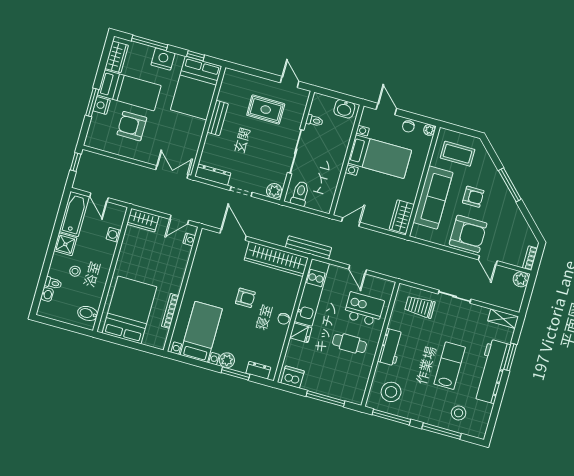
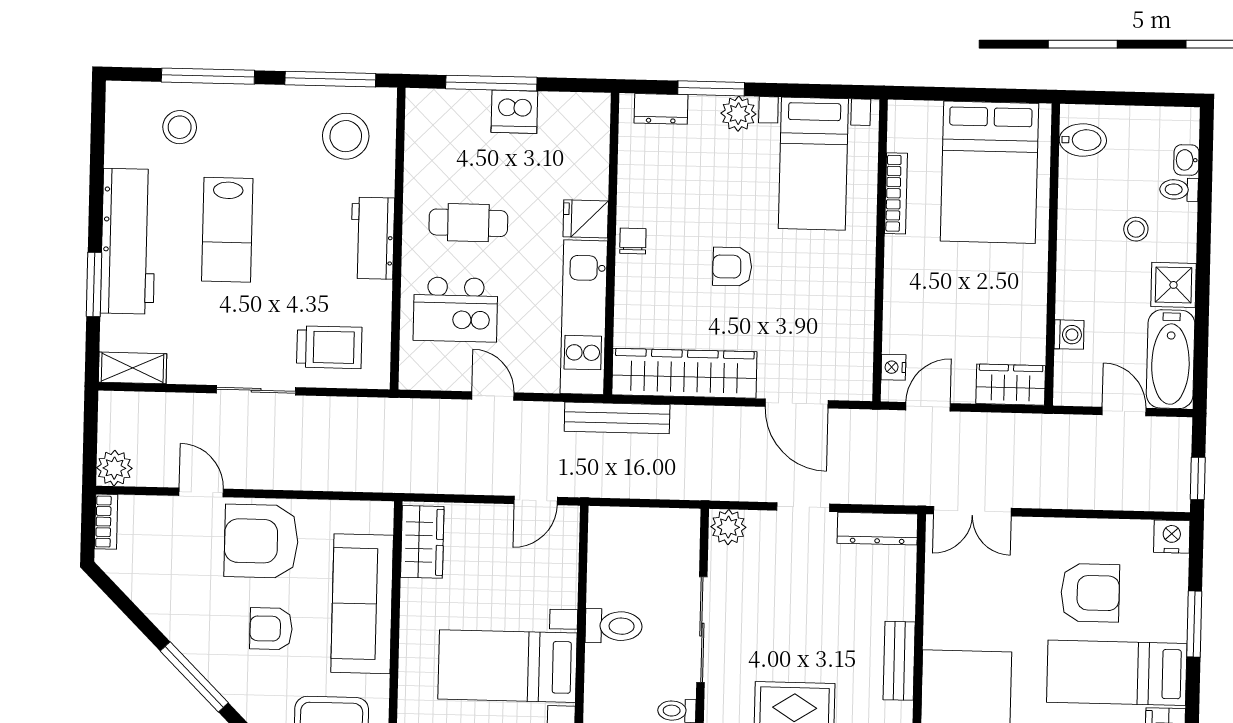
nightstand: (102, 105) -> (1172, 537), moved, turned -90
toilet: (300, 194) -> (614, 626), moved, turned -90
dishwasher: (293, 377) -> (514, 112), moved

